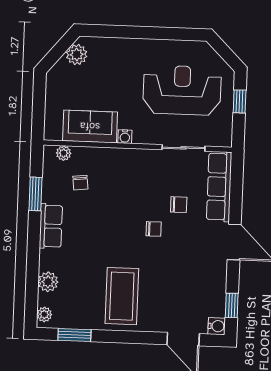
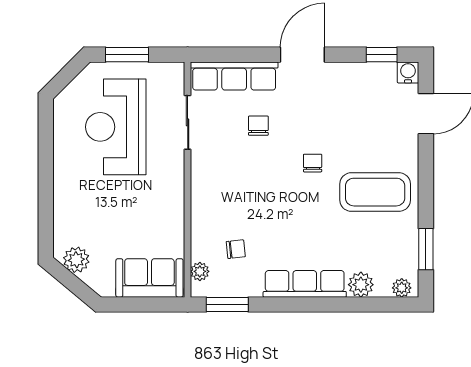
window: (240, 101) -> (127, 55), width x1.50
sofa: (90, 126) -> (149, 278), moved, turned 90
water cooler: (125, 137) -> (176, 196), removed
window: (35, 194) -> (227, 305), moved
row of seats: (51, 226) -> (305, 284), width x1.48
chair: (154, 229) -> (313, 163), moved

